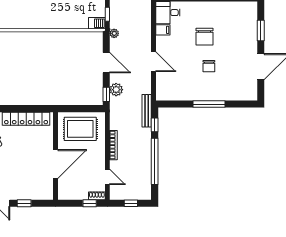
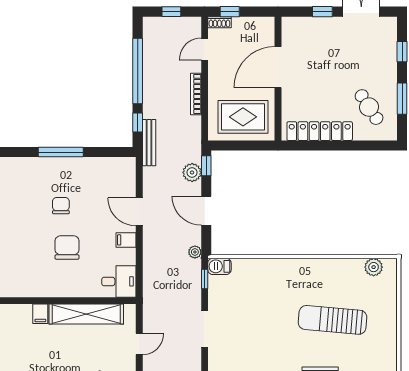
filing cabinet: (163, 30) -> (126, 240), moved
door: (107, 177) -> (205, 49), hinge flipped

